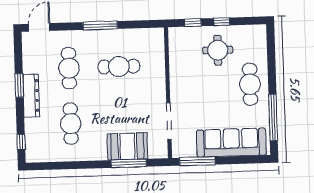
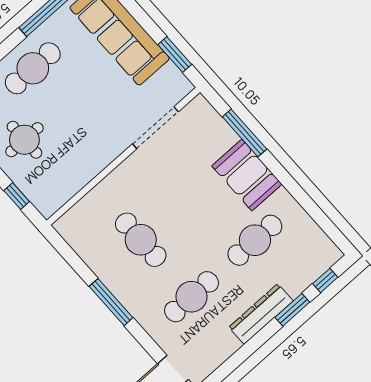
window: (19, 85) -> (292, 310), moved
booth: (127, 146) -> (247, 175), moved
window: (197, 161) -> (175, 55), width x0.69

